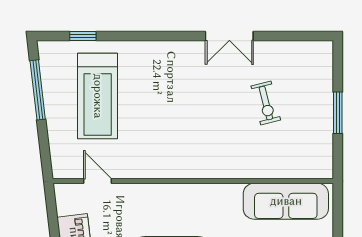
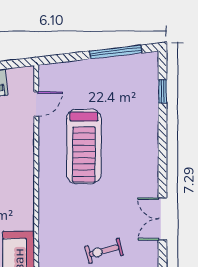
treadmill: (98, 96) -> (84, 146), moved, turned -90

